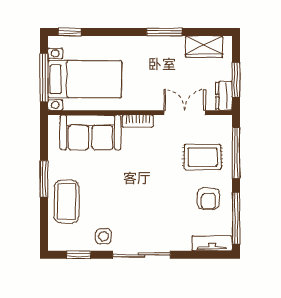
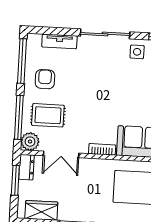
plant: (222, 126) -> (30, 142), added
tv unit: (212, 243) -> (59, 41), moved

